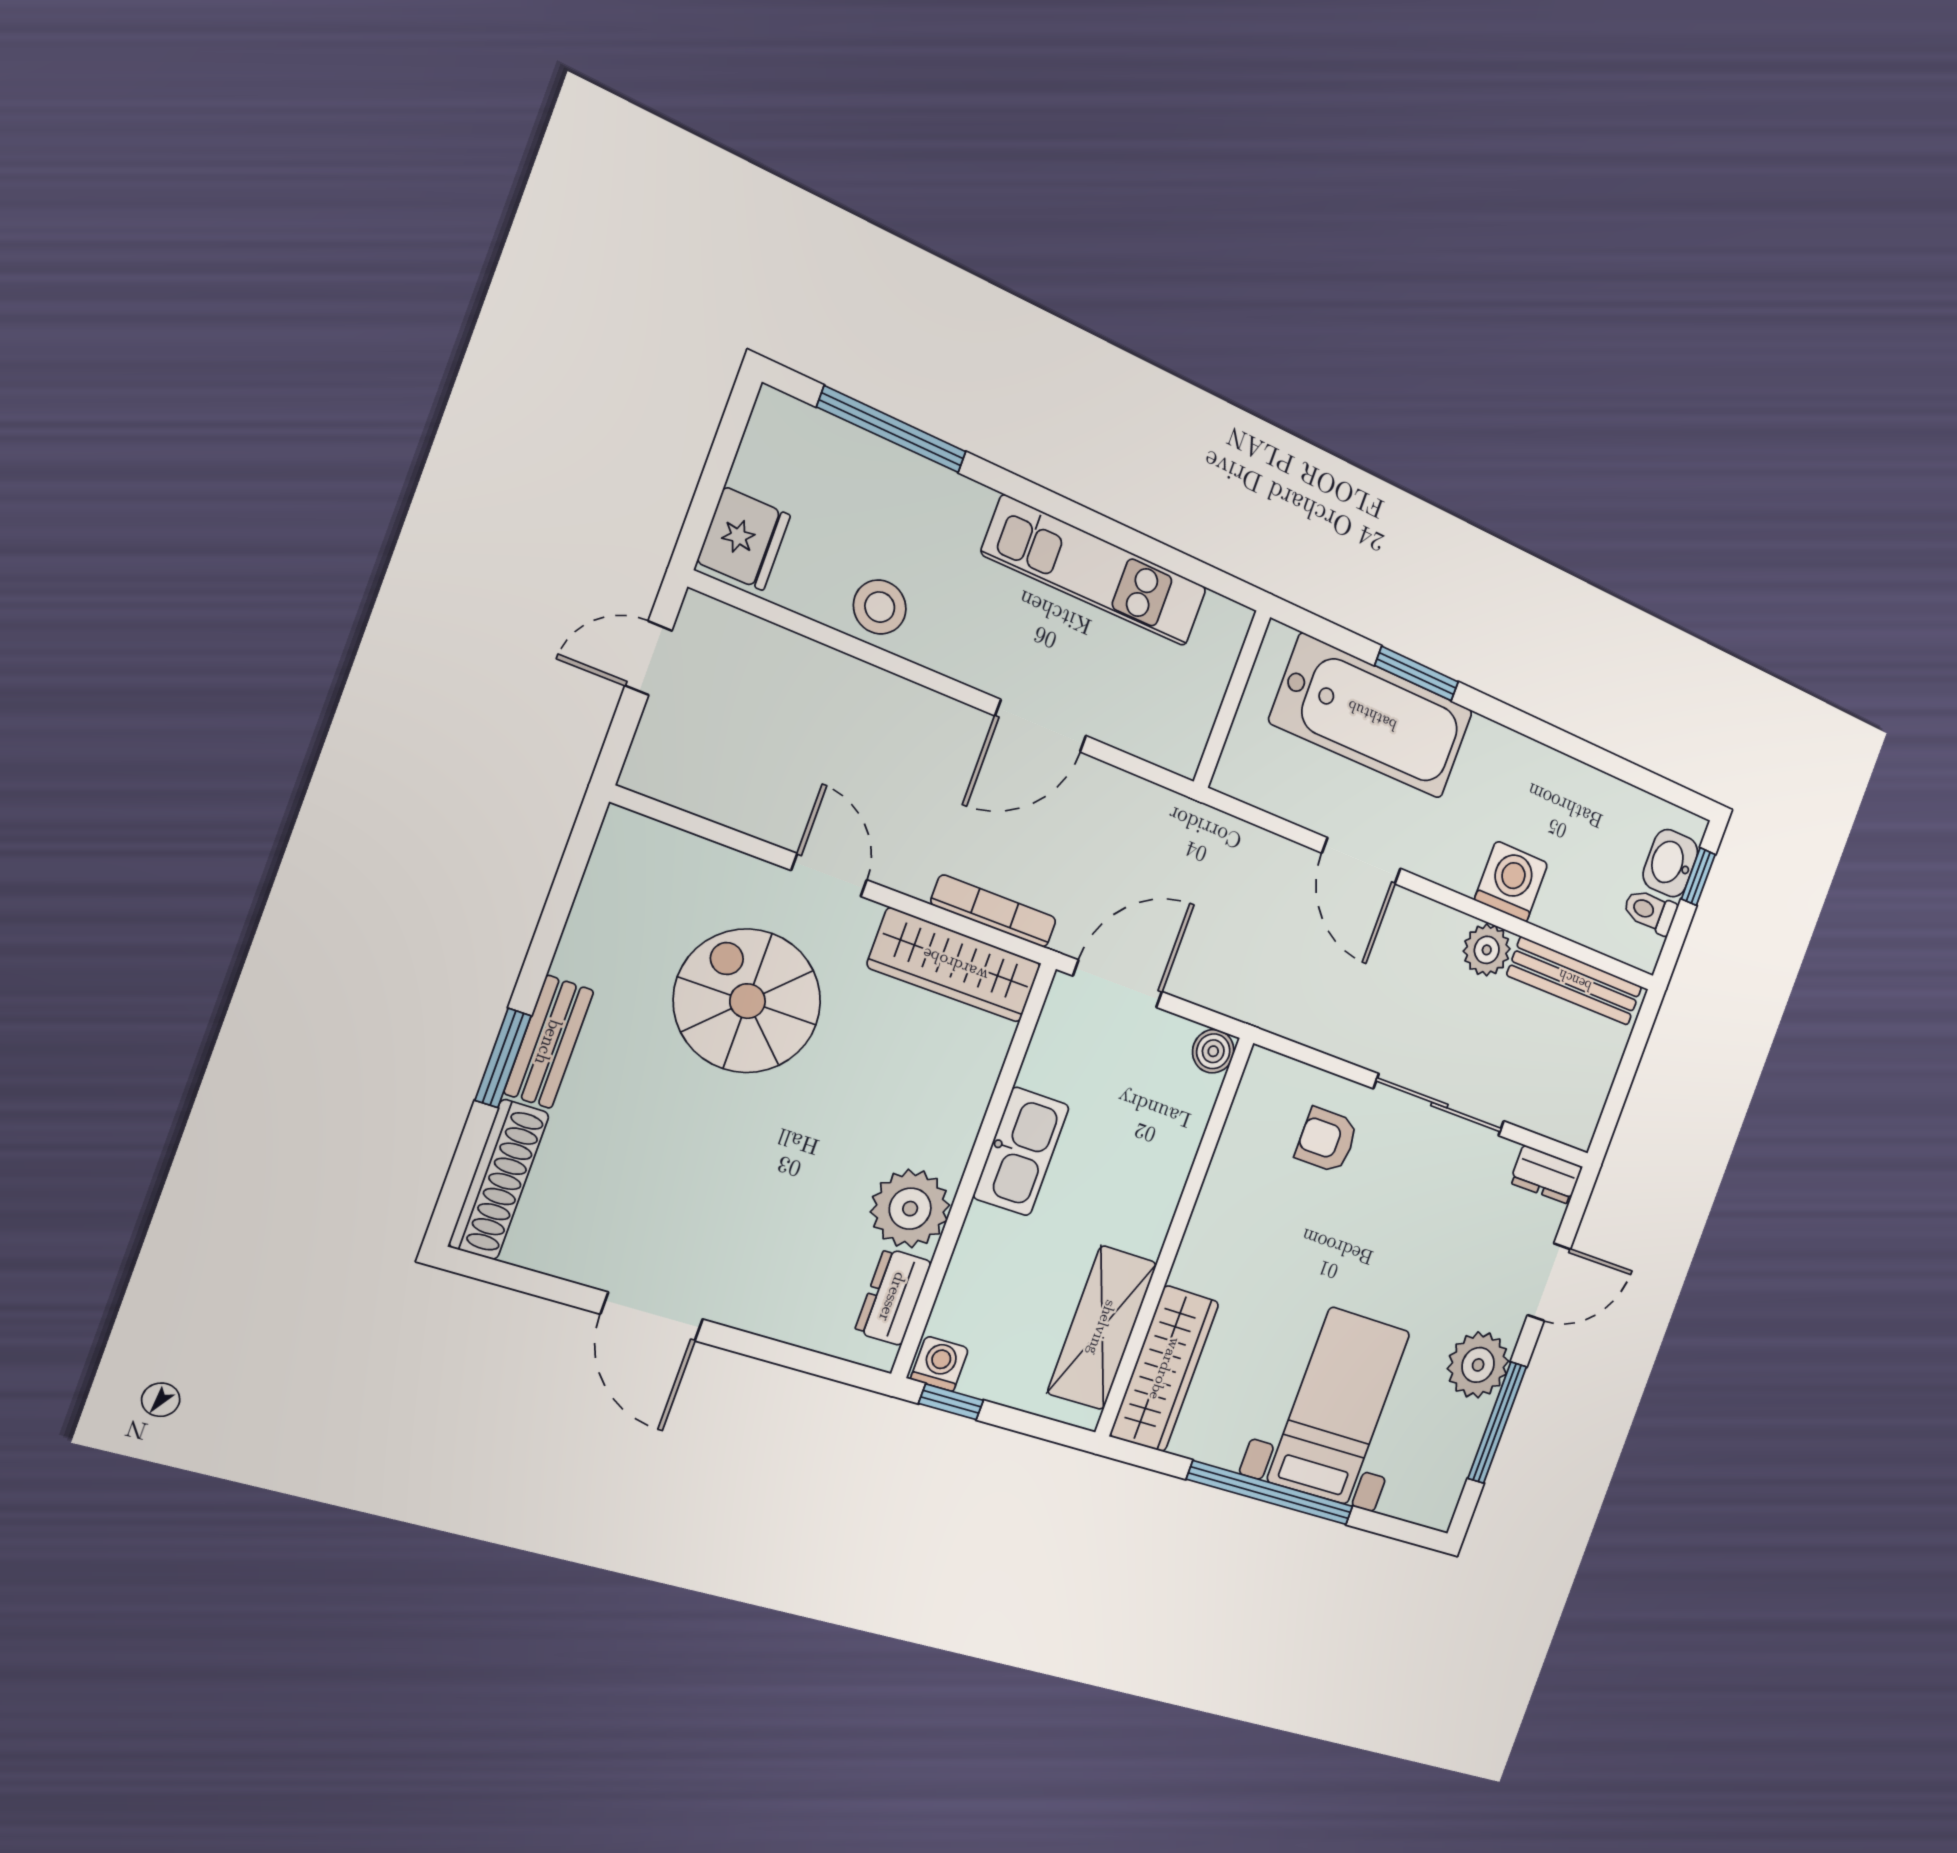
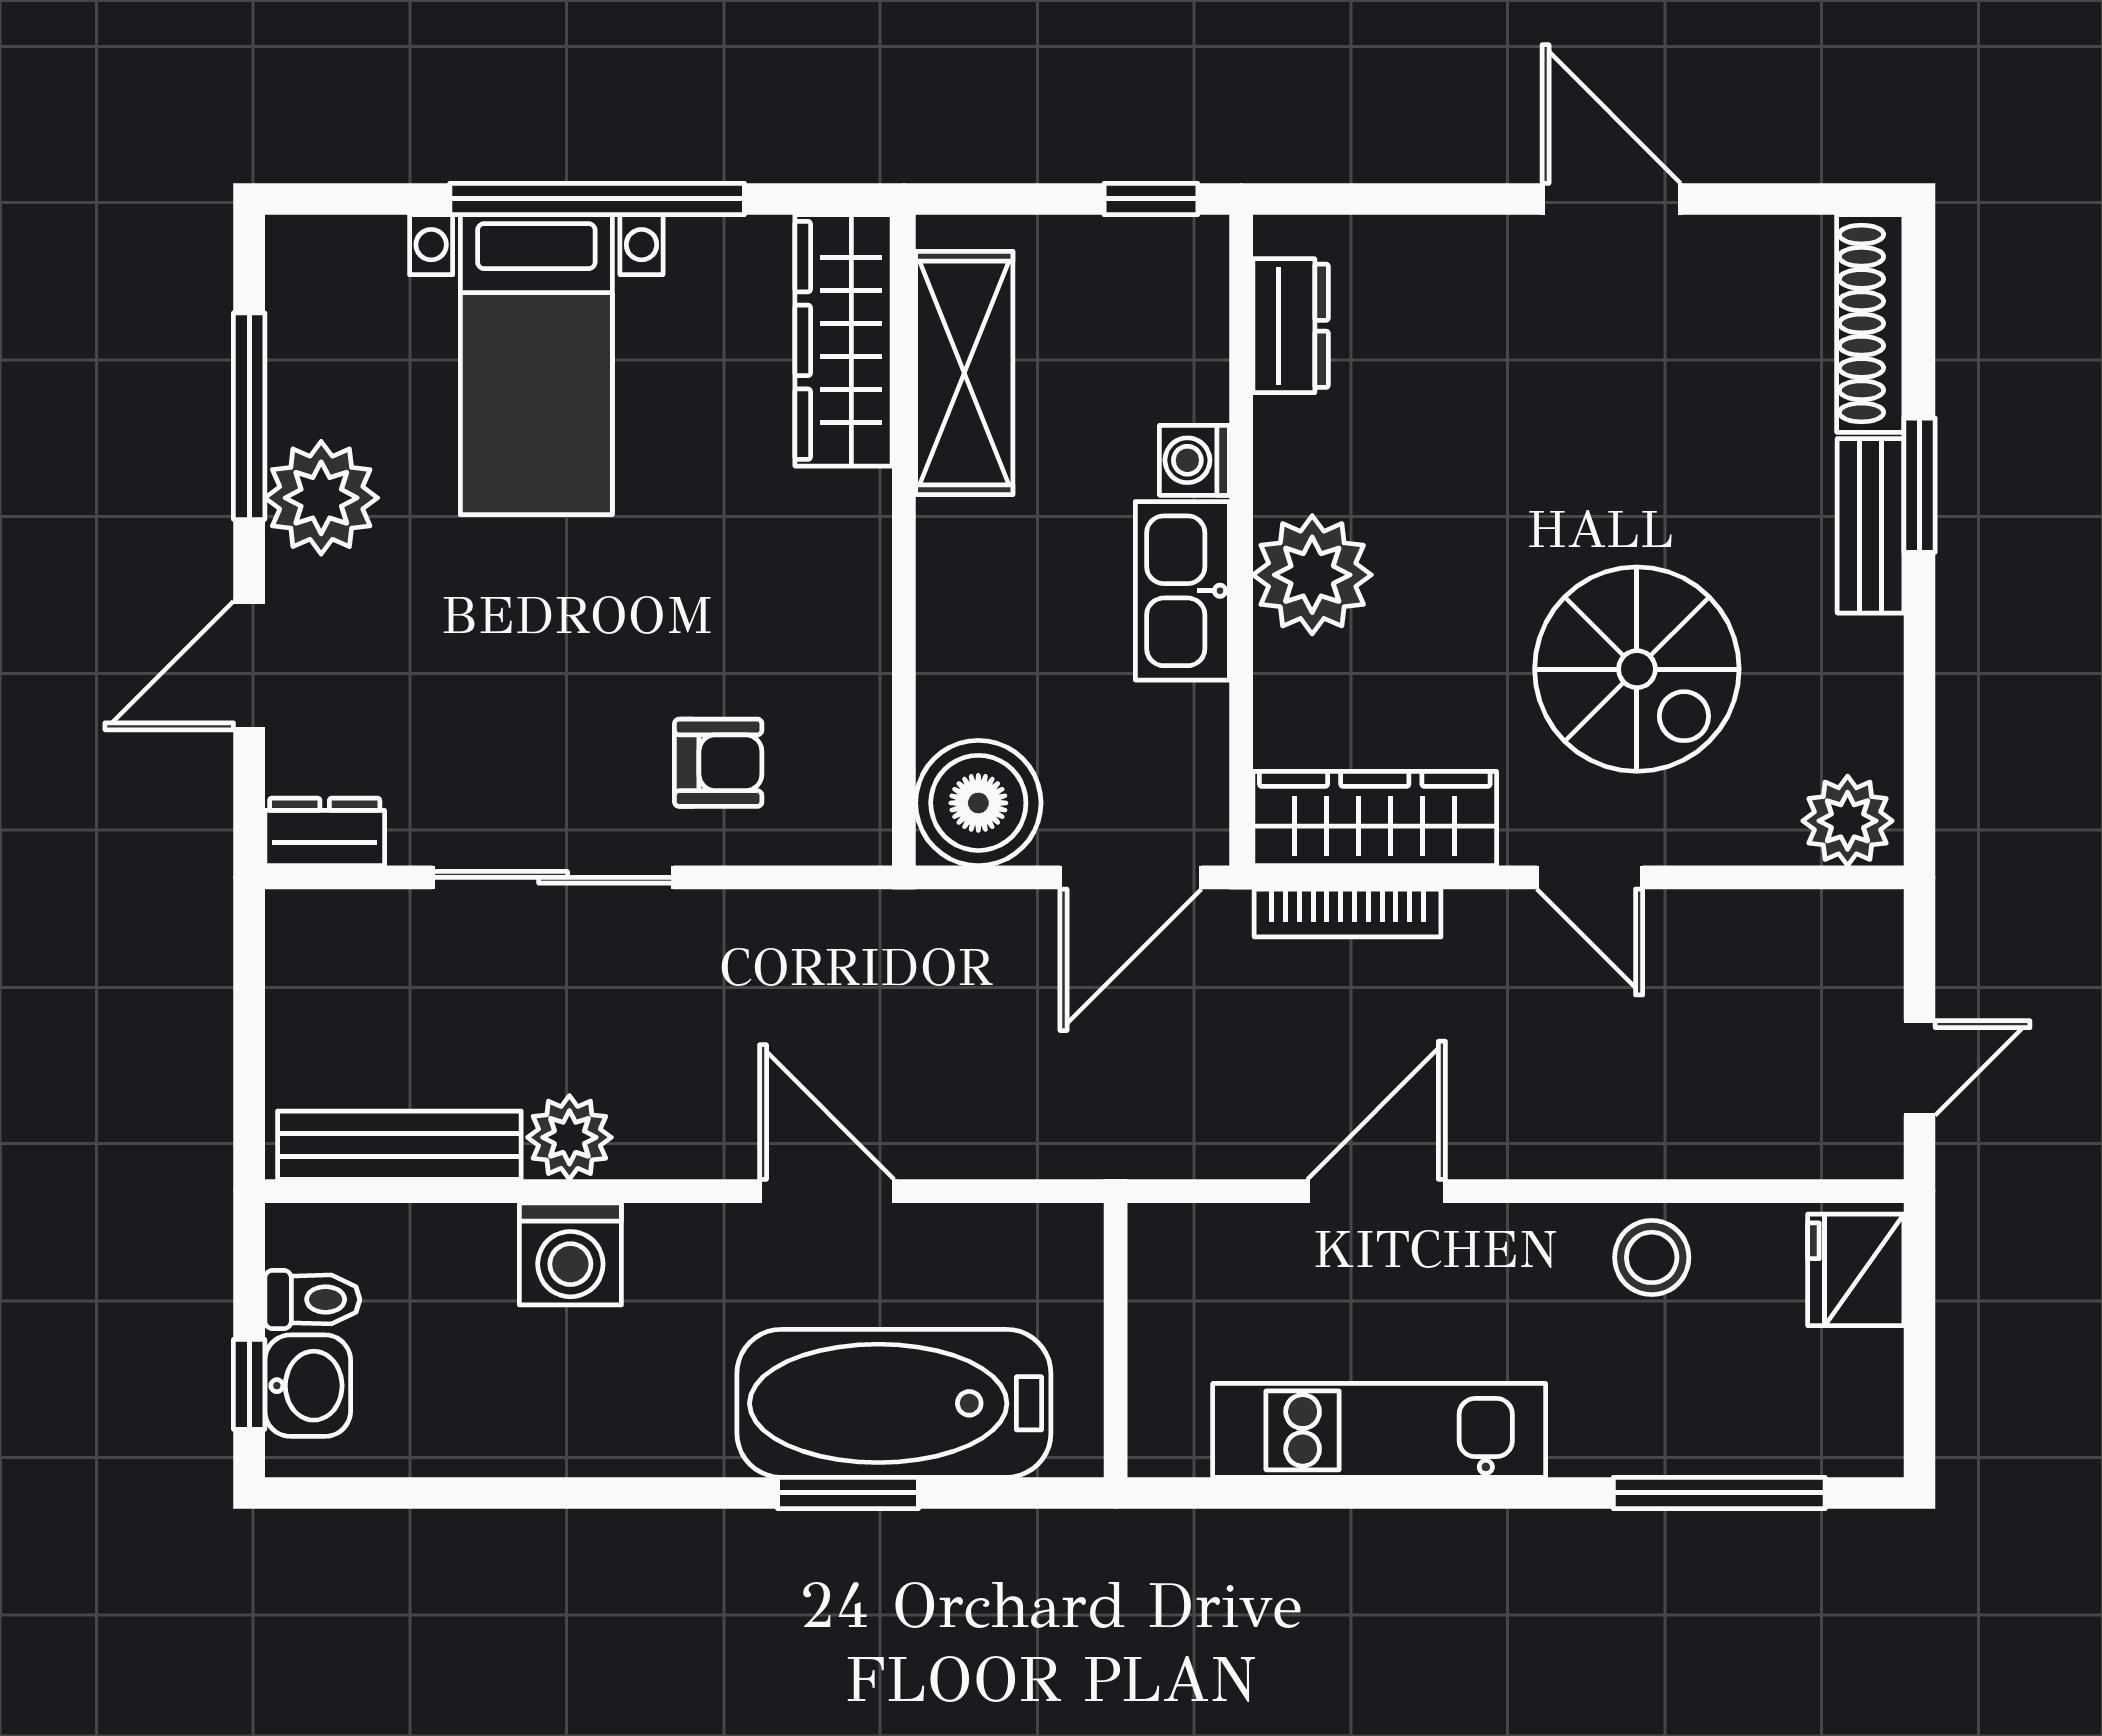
plant: (638, 847) -> (1848, 821), added
boiler: (1213, 1051) -> (978, 803), width x1.86, depth x1.86
plant: (910, 1209) -> (1312, 575), moved
washing machine: (940, 1364) -> (1194, 460), moved, turned 90

